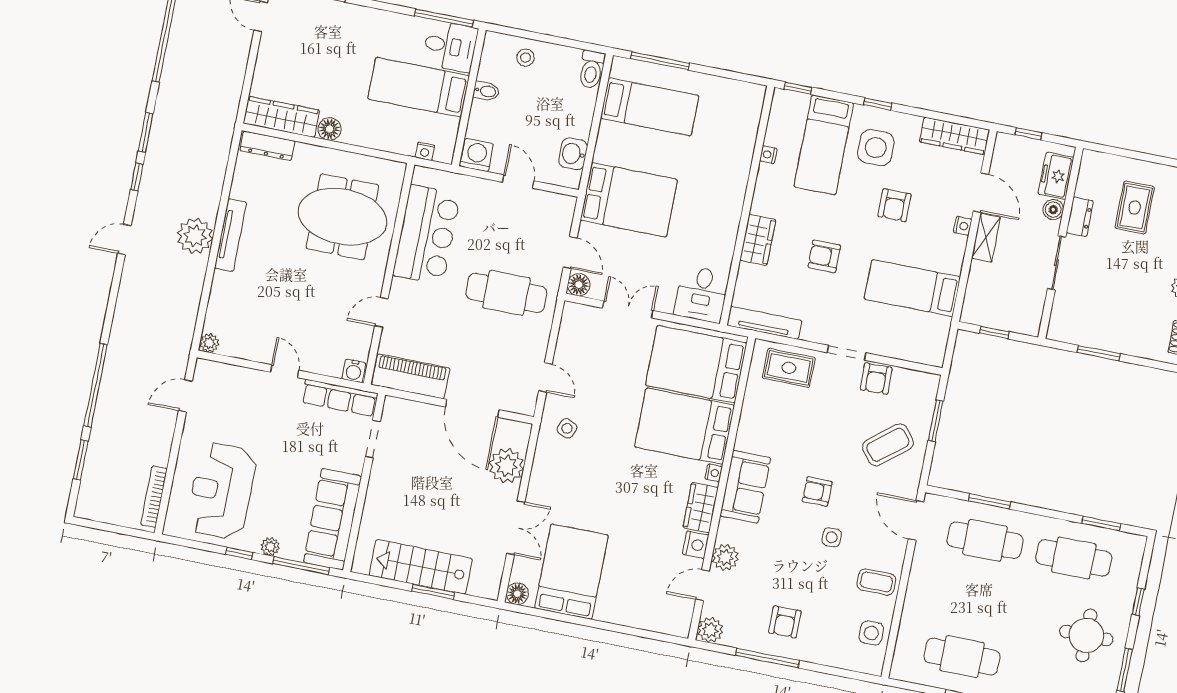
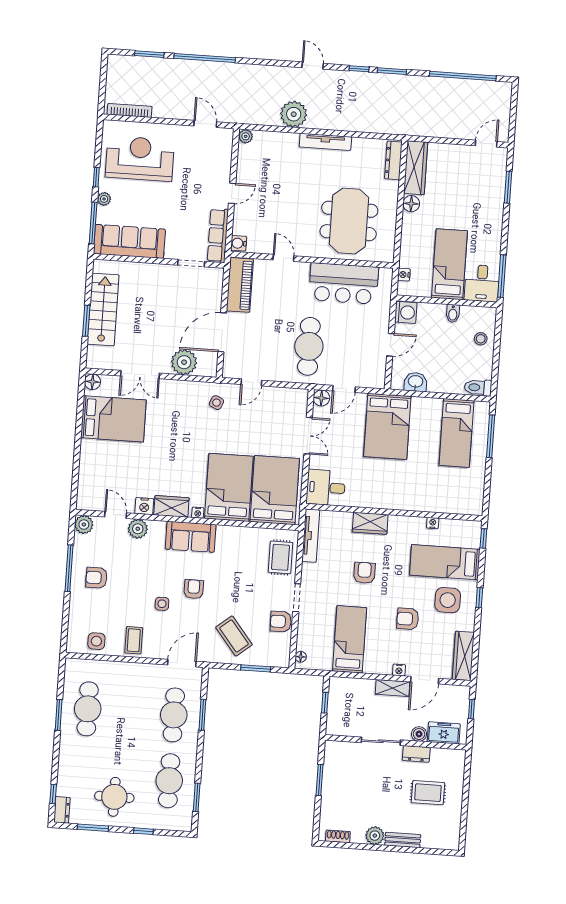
plant: (195, 236) -> (294, 114), moved
floor lamp: (928, 357) -> (301, 657), added

